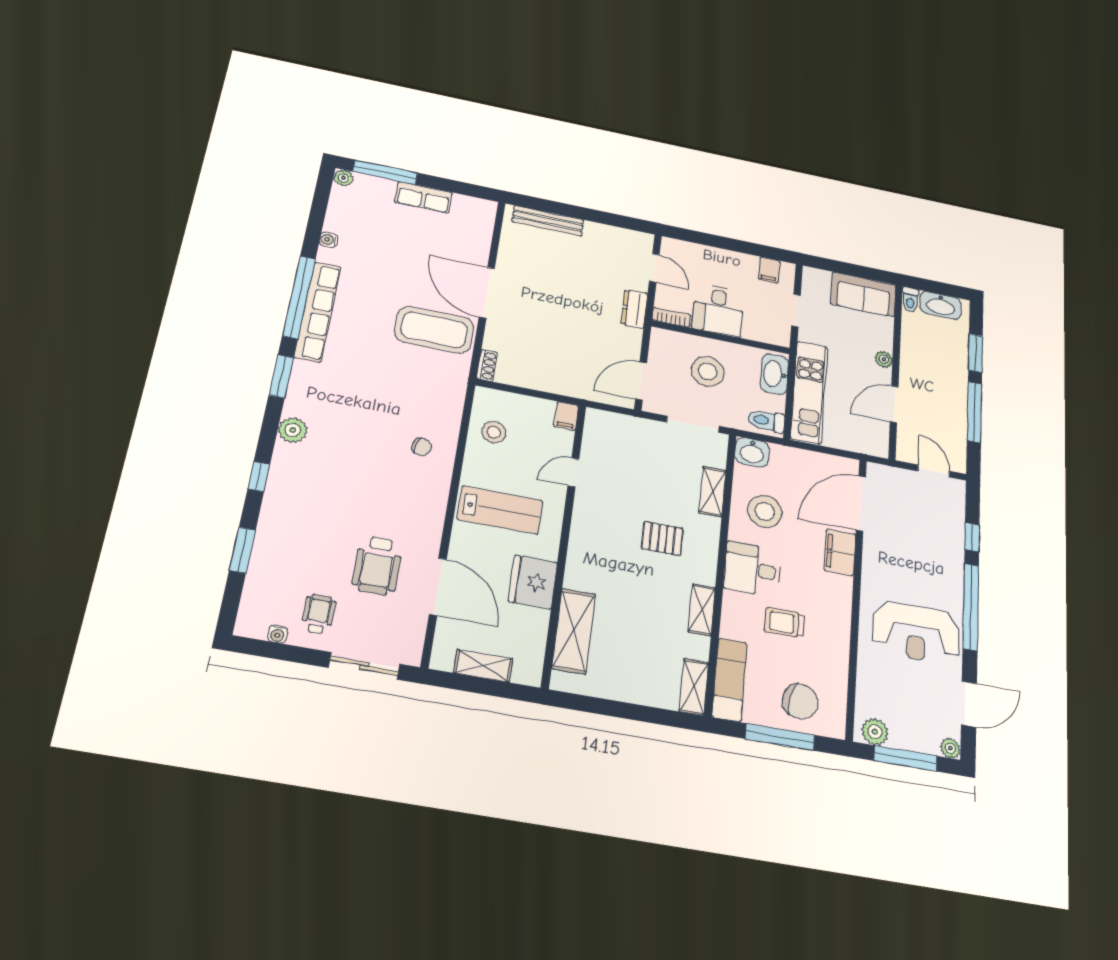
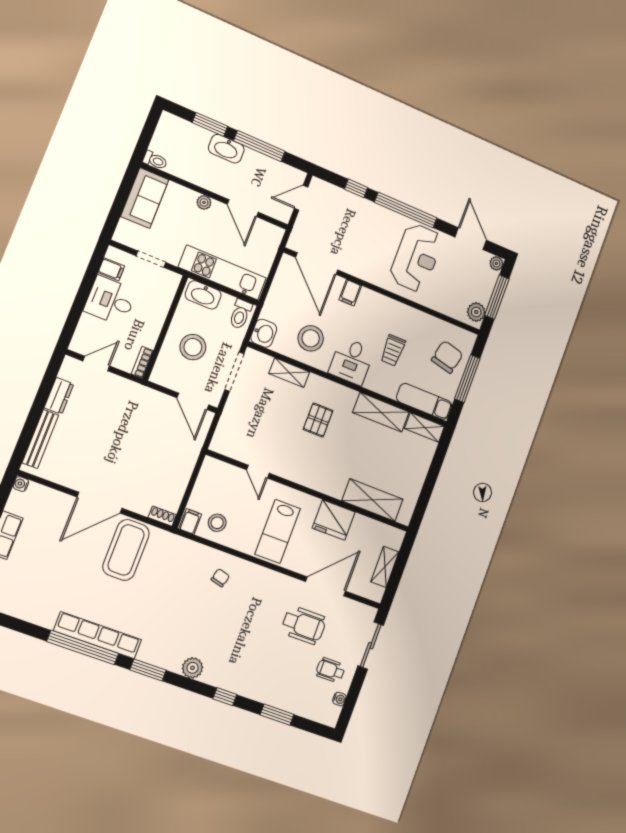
water cooler: (328, 240) -> (21, 484), moved, turned 90
washbasin: (941, 305) -> (226, 149), moved, turned 90
dresser: (634, 309) -> (59, 396), moved, turned -90
desk: (718, 310) -> (110, 301), moved, turned 180
filing cabinet: (566, 416) -> (190, 522), moved, turned -90
lab bench: (500, 510) -> (278, 531), turned 180
filing cabinet: (840, 552) -> (350, 293), width x0.50
shelving: (702, 610) -> (381, 412), width x1.50, depth x1.33

